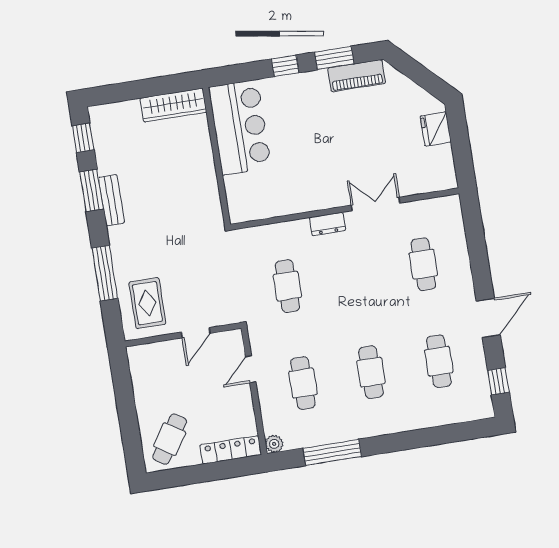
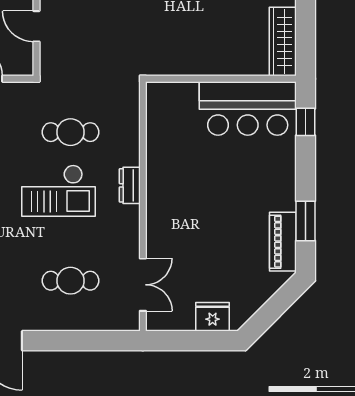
window: (285, 66) -> (306, 122), moved
double door: (376, 204) -> (143, 285), moved
checkout: (343, 288) -> (58, 191), added

